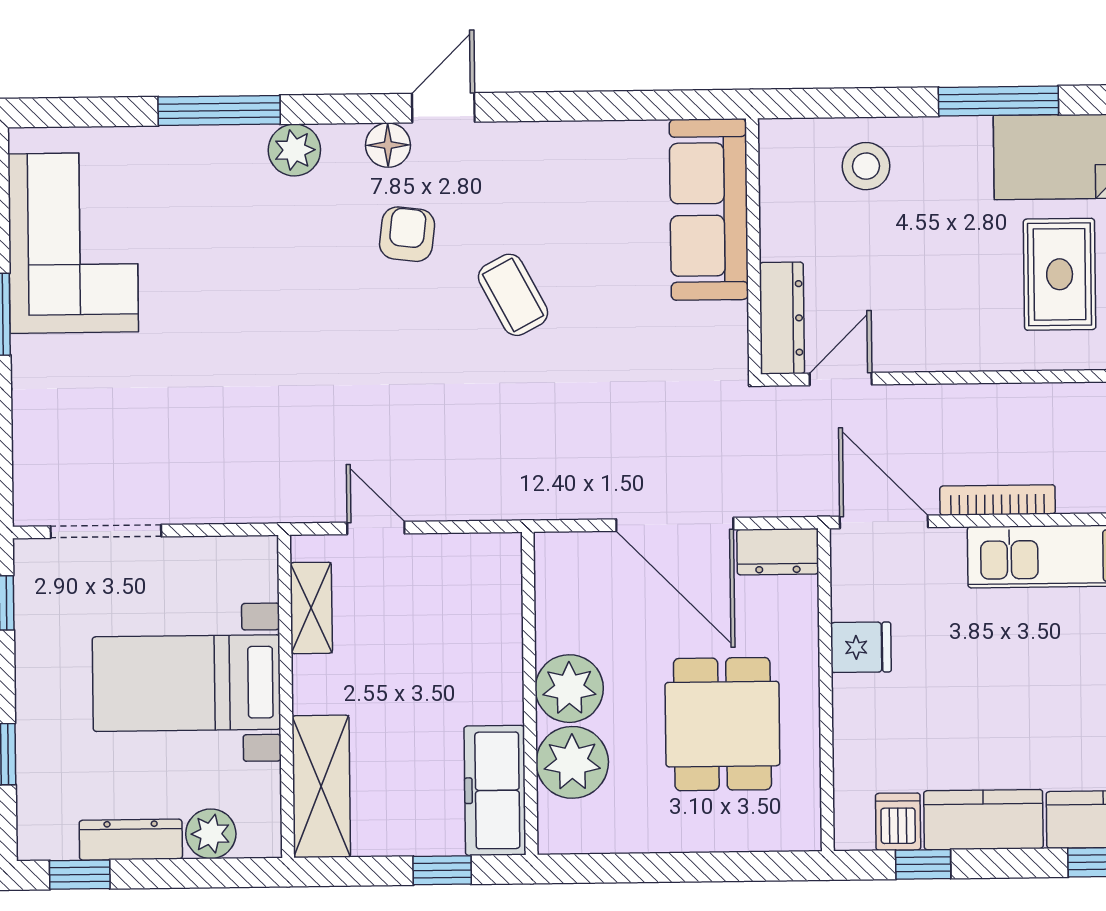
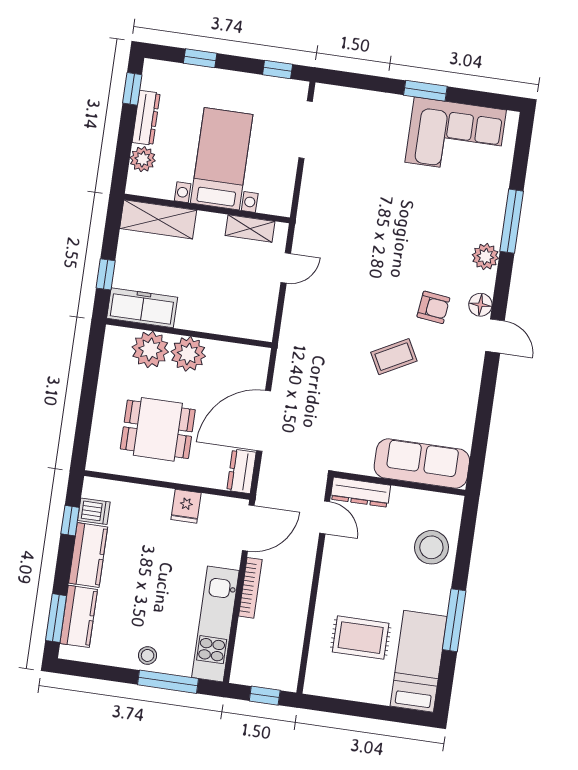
stool: (866, 166) -> (431, 547), width x1.38, depth x1.38

